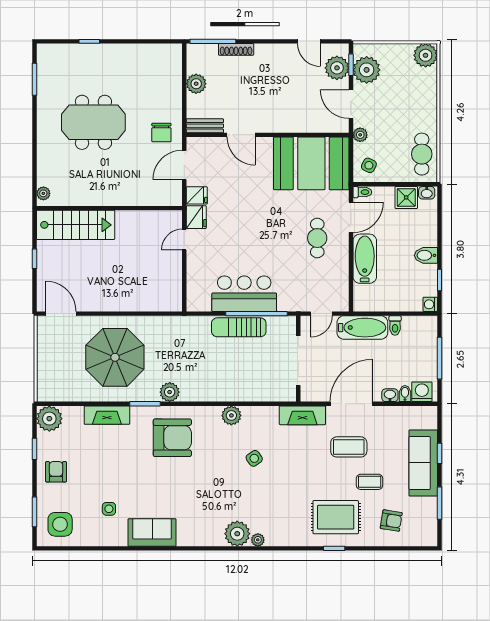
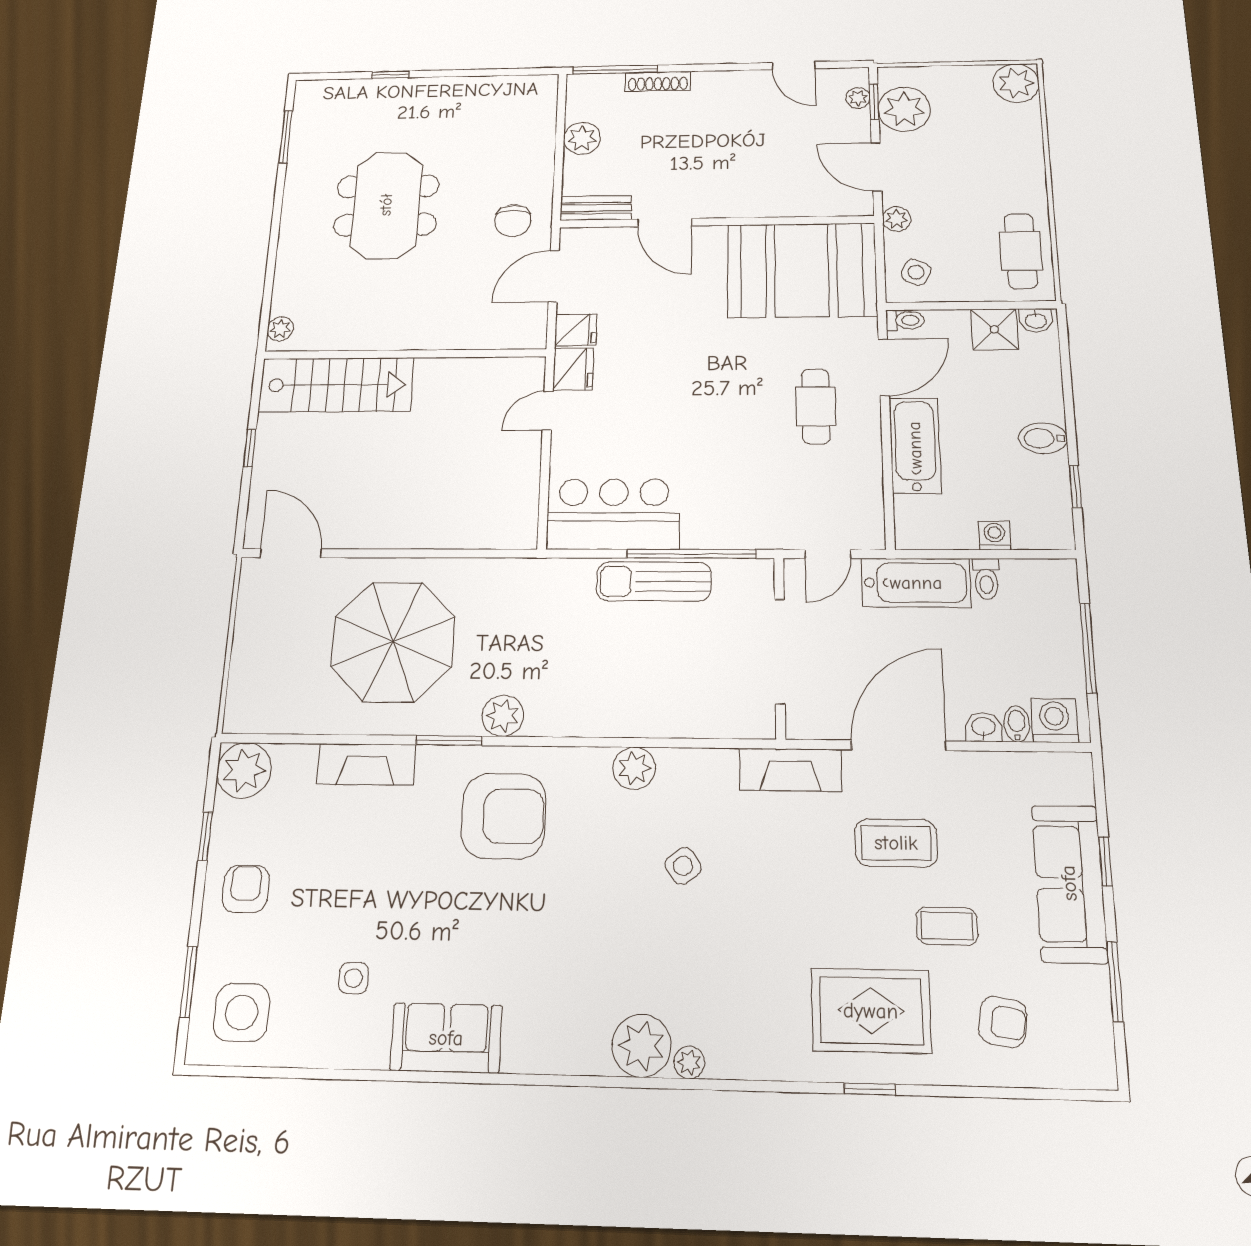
plant: (337, 68) -> (858, 98), width x0.53, depth x0.53
meeting table: (93, 122) -> (386, 205), turned 90
bar counter: (244, 294) -> (613, 514), moved
washing machine: (430, 304) -> (995, 535), moved, turned 90

